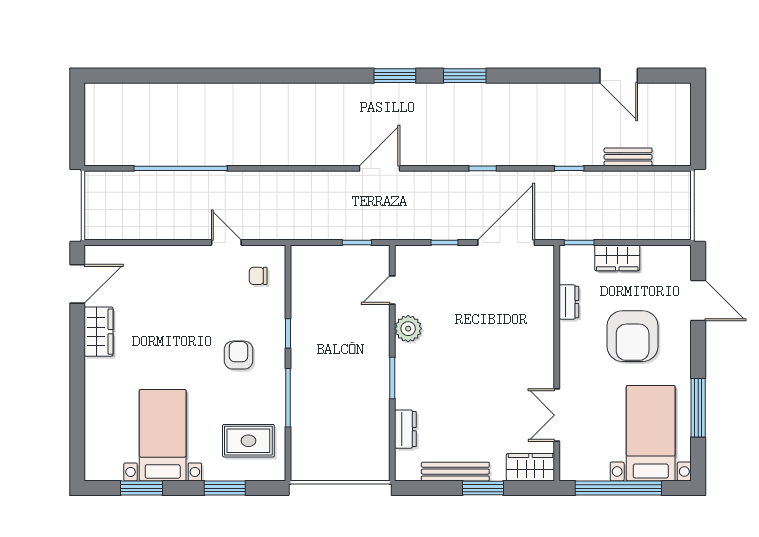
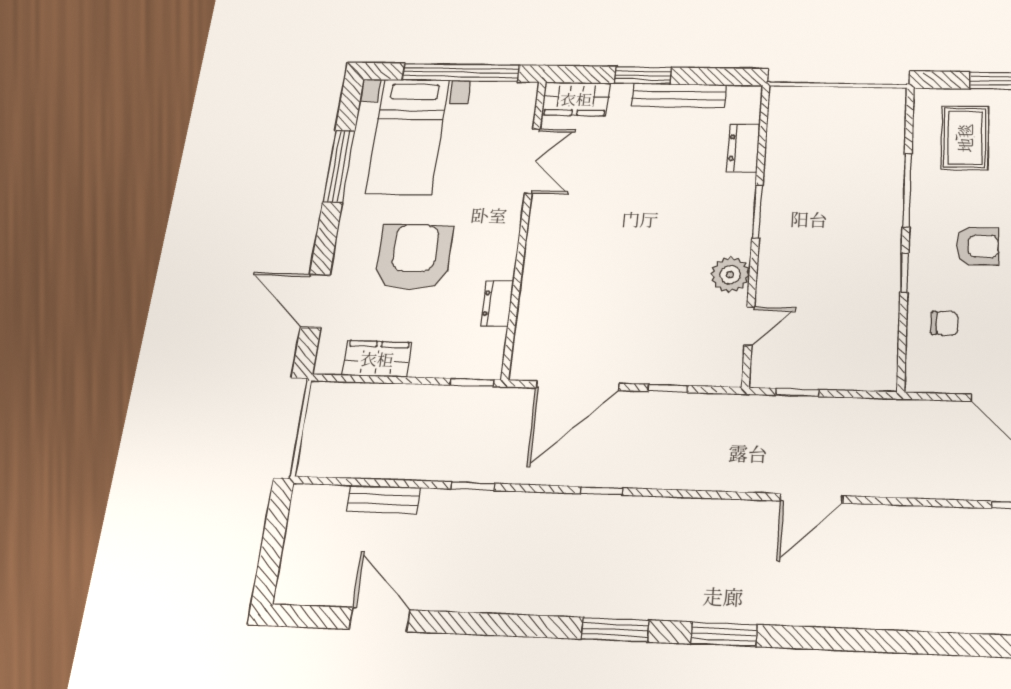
door: (380, 168) -> (812, 498), moved
wardrobe: (617, 258) -> (377, 359), moved
chair: (258, 276) -> (945, 323), moved
armchair: (238, 355) -> (977, 246), turned -90
rug: (248, 441) -> (965, 138), turned 90

